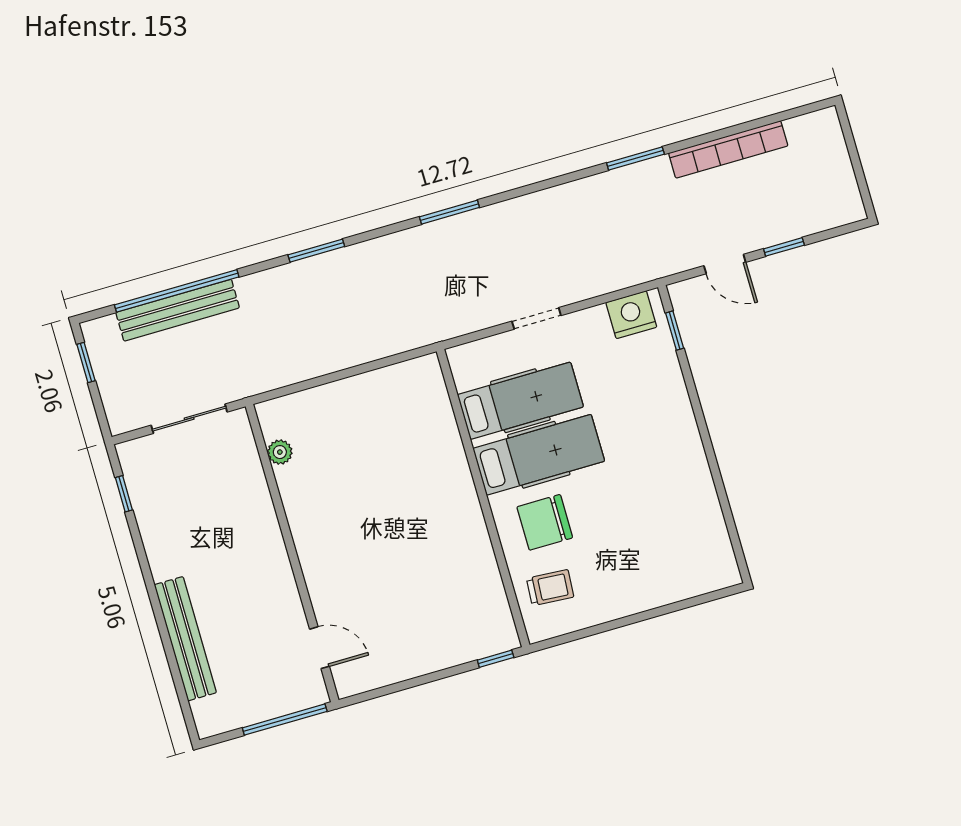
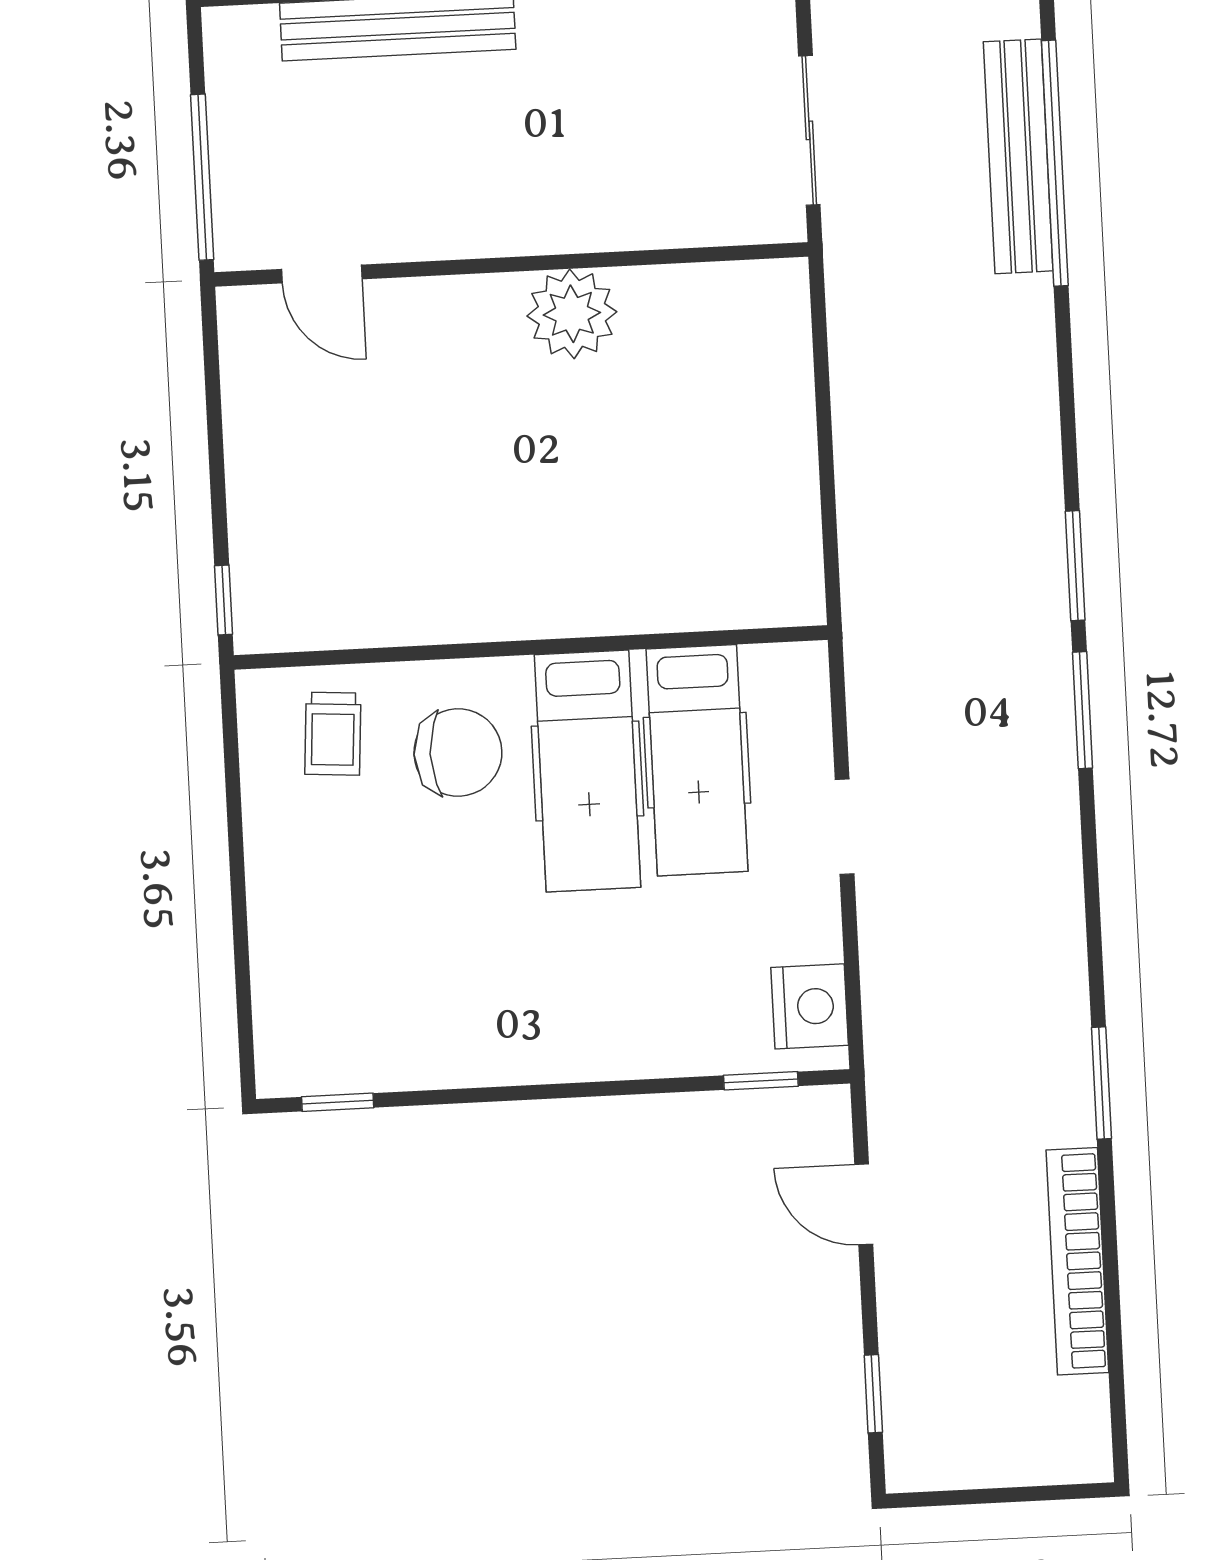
window: (784, 247) -> (873, 1394), moved
window: (316, 251) -> (1075, 566), moved
door: (725, 264) -> (864, 1204), hinge flipped
plant: (280, 452) -> (572, 314), moved, width x1.88, depth x1.88
chair: (545, 522) -> (458, 753), turned 90
window: (736, 542) -> (338, 1102), added
door: (319, 648) -> (322, 274), hinge flipped

